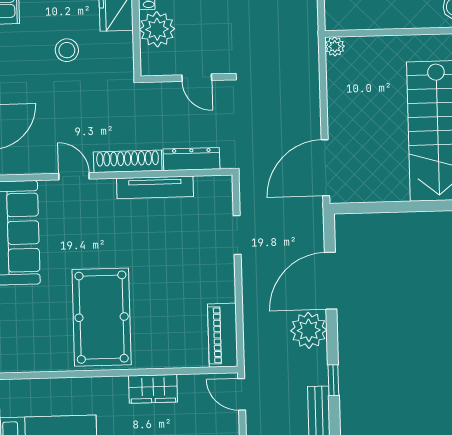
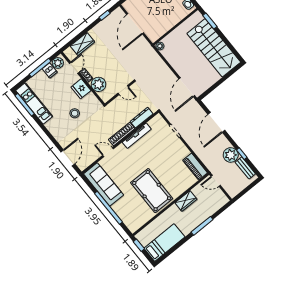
plant: (309, 330) -> (231, 155), moved

